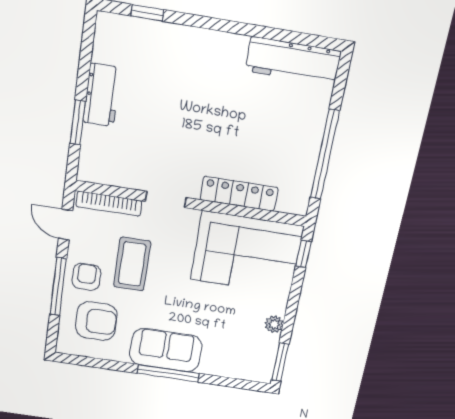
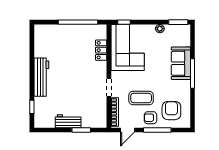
workbench: (293, 61) -> (41, 77), moved
locker: (239, 194) -> (101, 50), width x0.66
sofa: (166, 350) -> (181, 63), moved

